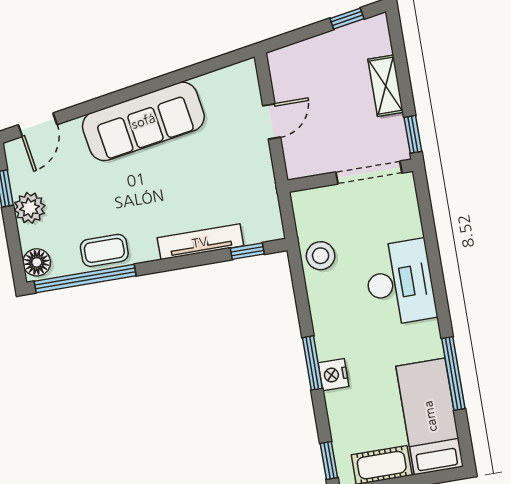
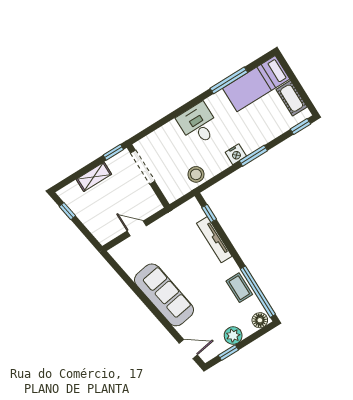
desk: (400, 283) -> (198, 124), width x0.73
nightstand: (334, 375) -> (236, 154), moved

